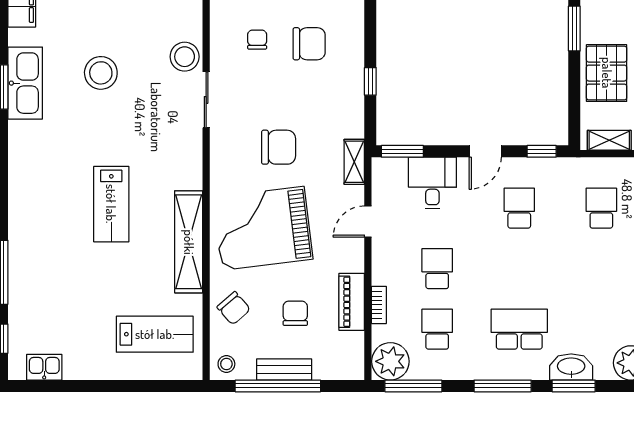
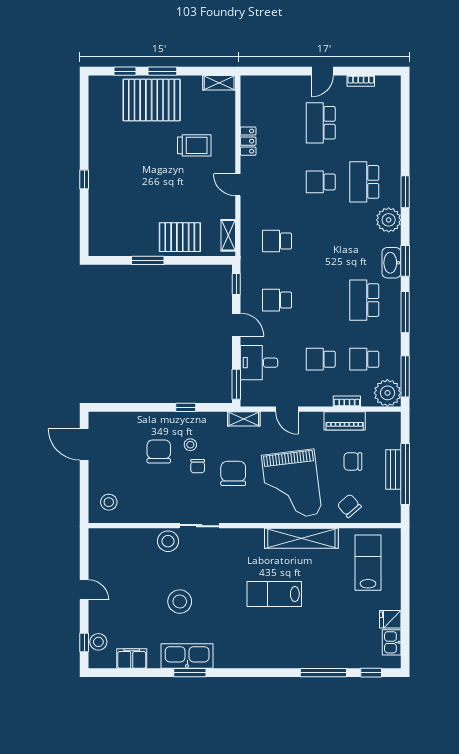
chair: (257, 40) -> (198, 466), moved, turned -90
lab bench: (111, 204) -> (274, 594), turned 180
chair: (234, 308) -> (349, 506), turned -90
stool: (226, 364) -> (190, 445), moved
fridge: (76, 365) -> (390, 619), added

